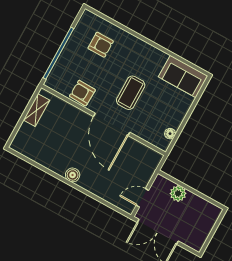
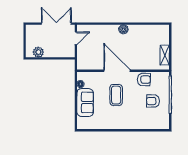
armchair: (101, 45) -> (153, 101), moved
sofa: (183, 76) -> (85, 102), moved, turned 90
plant: (178, 193) -> (38, 52), moved

